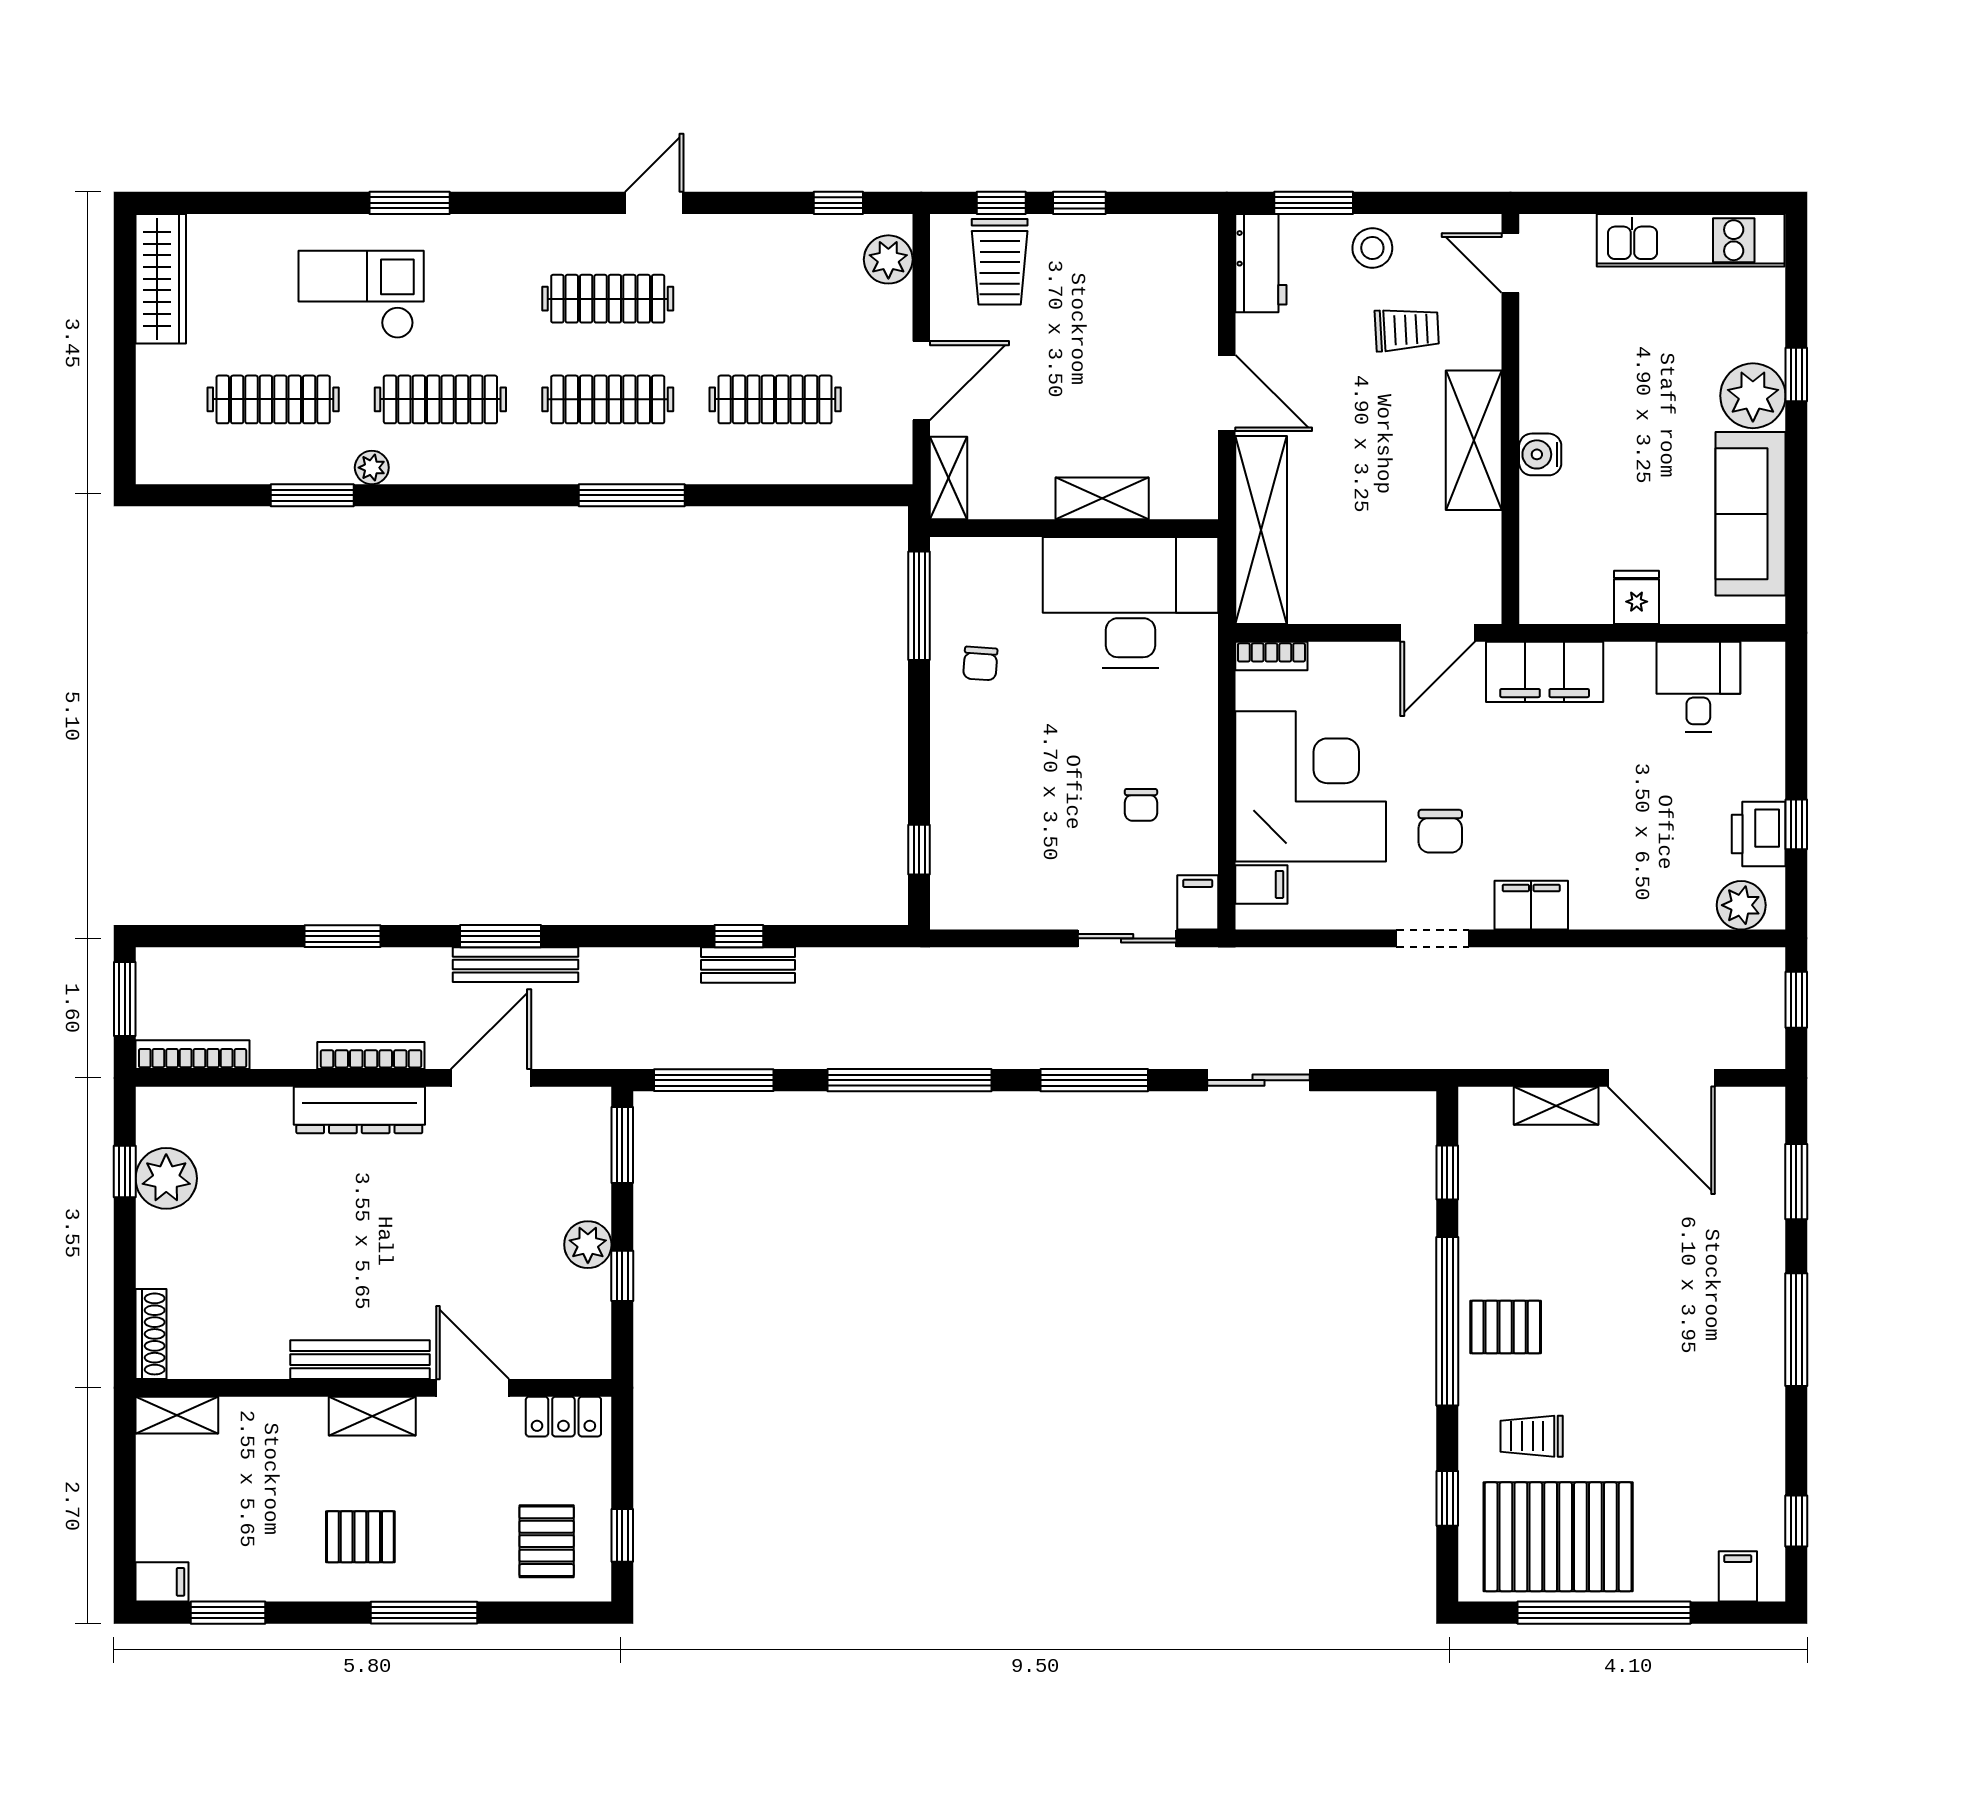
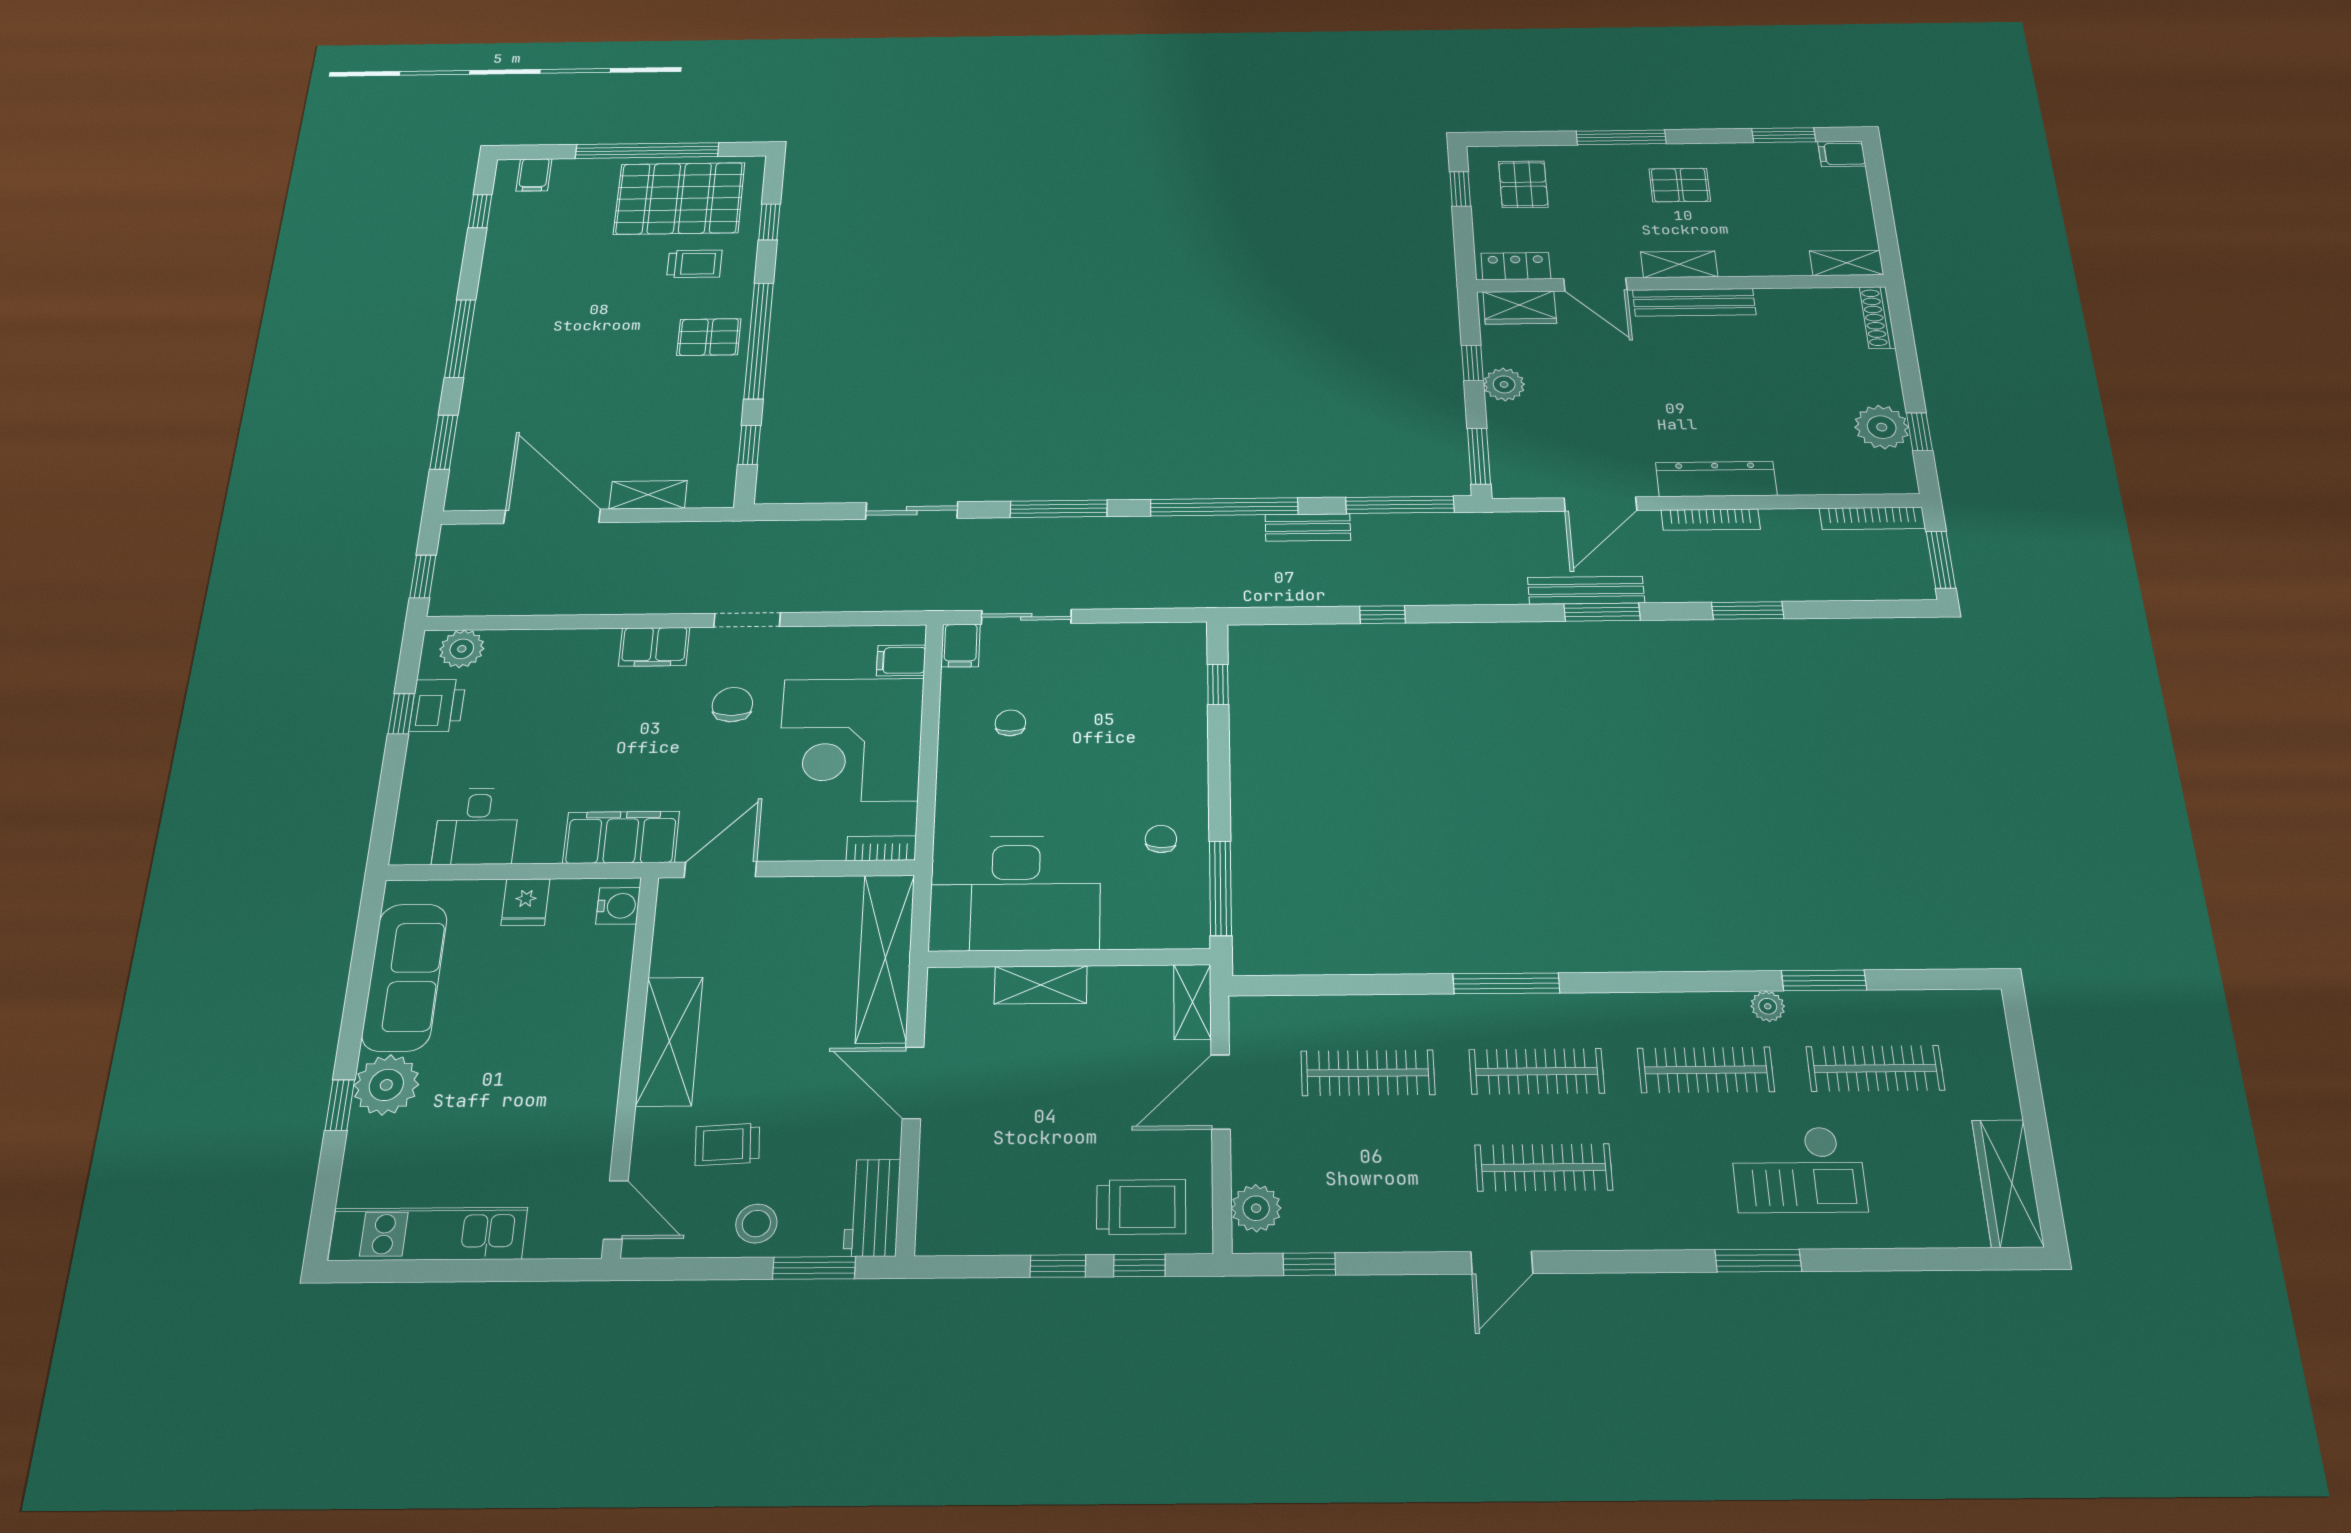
trolley: (1000, 262) -> (1141, 1207), turned 90
water cooler: (1540, 454) -> (618, 906), moved
bench: (748, 965) -> (1308, 527), moved
wardrobe: (563, 1355) -> (1520, 308), added

